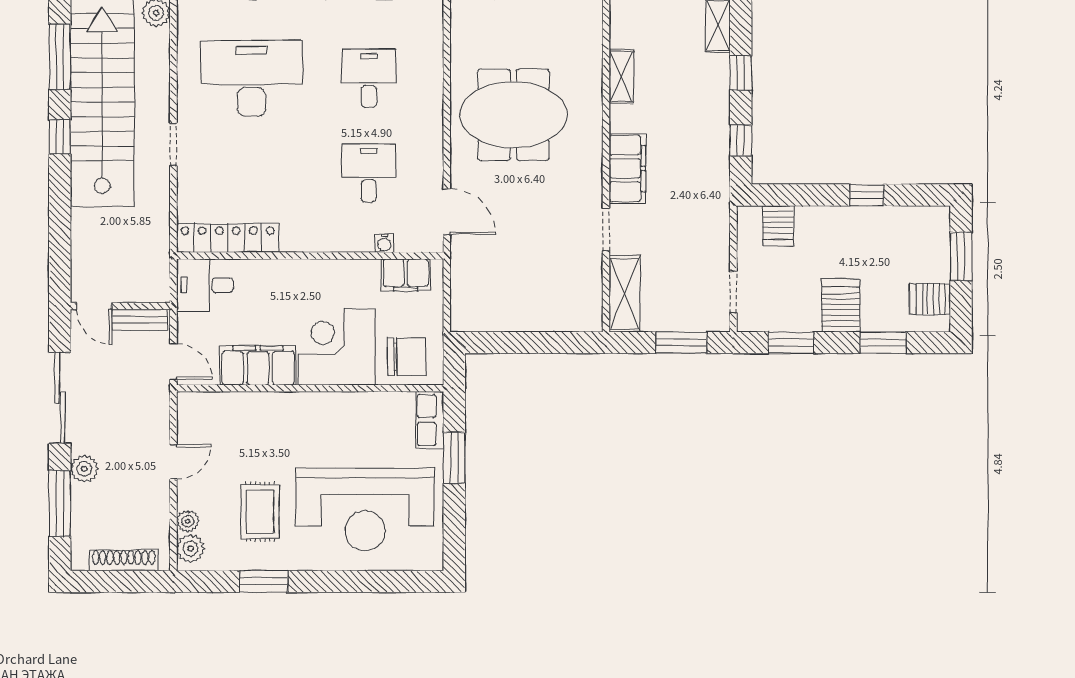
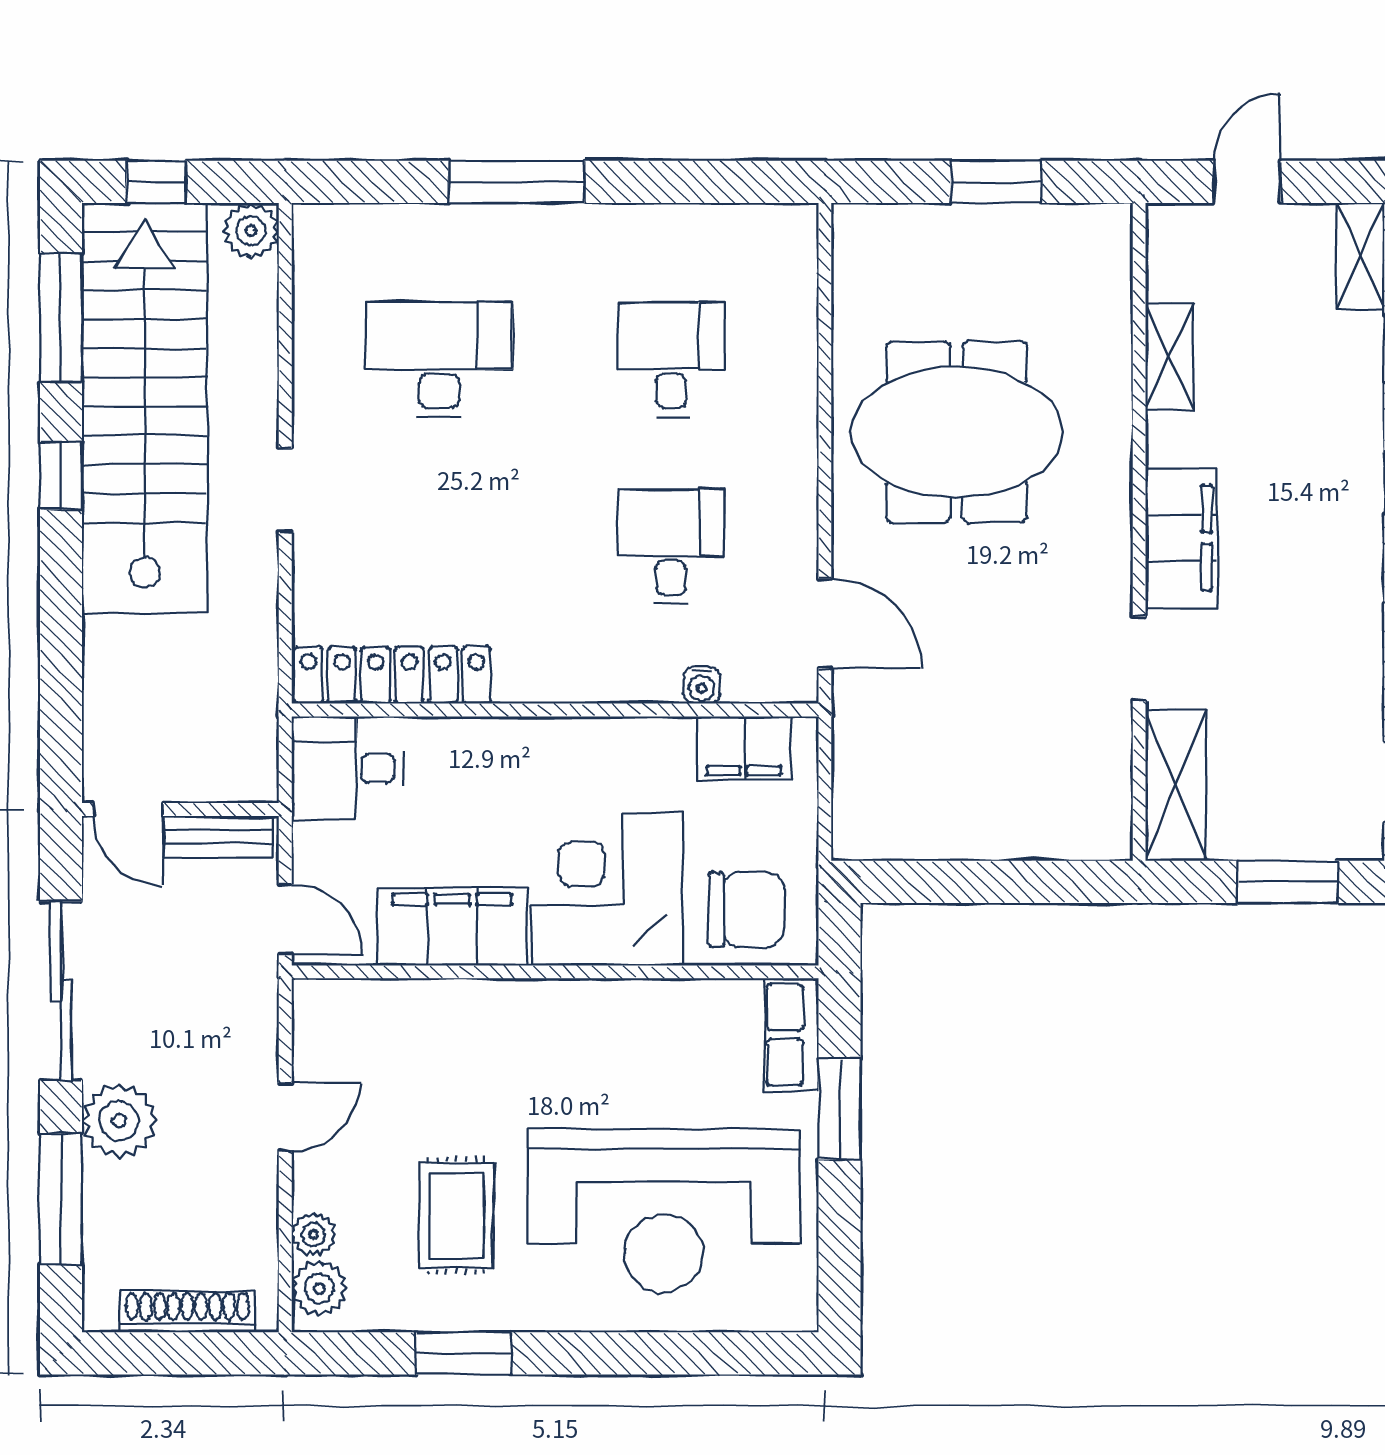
desk: (251, 78) -> (439, 360), width x0.73, depth x0.77
plant: (84, 469) -> (119, 1121), width x1.36, depth x1.36

